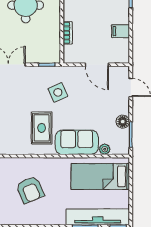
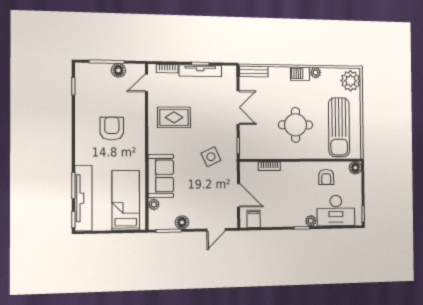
filing cabinet: (120, 31) -> (254, 219), moved
door: (97, 65) -> (239, 195), swing flipped
rug: (42, 128) -> (174, 117), moved
armchair: (30, 190) -> (112, 129), turned 113

